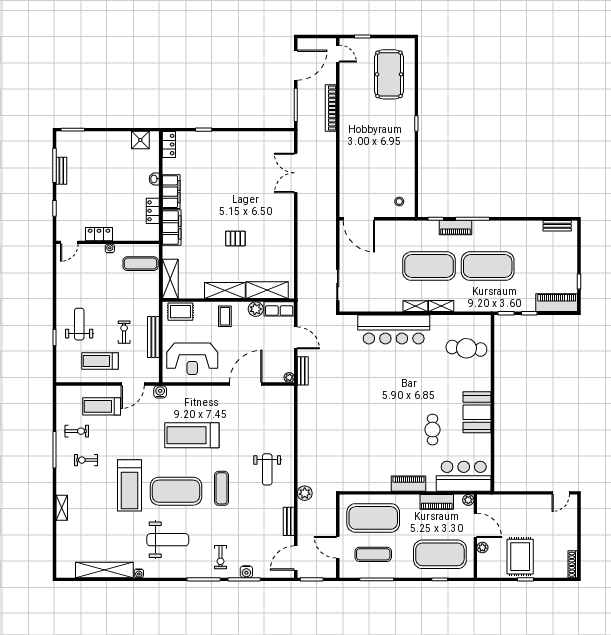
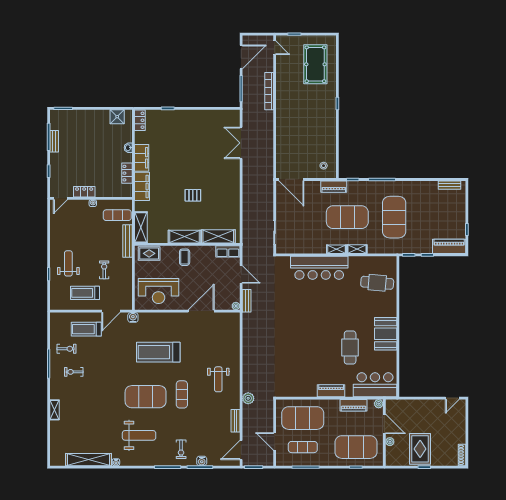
piano: (455, 228) -> (334, 187), moved
exercise mat: (488, 266) -> (394, 217), turned 90
plant: (256, 309) -> (209, 252), removed
bench: (153, 337) -> (128, 241), moved
cafe table: (432, 430) -> (350, 348), width x1.37, depth x1.35
treadmill: (130, 485) -> (109, 392), removed

